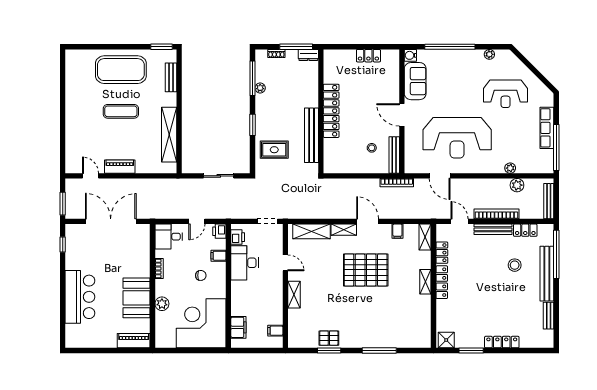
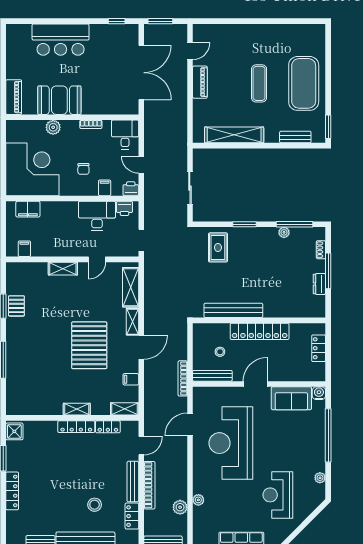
wall: (321, 111) -> (259, 320), moved
locker: (331, 111) -> (260, 331), moved
bench: (312, 135) -> (233, 310), moved

